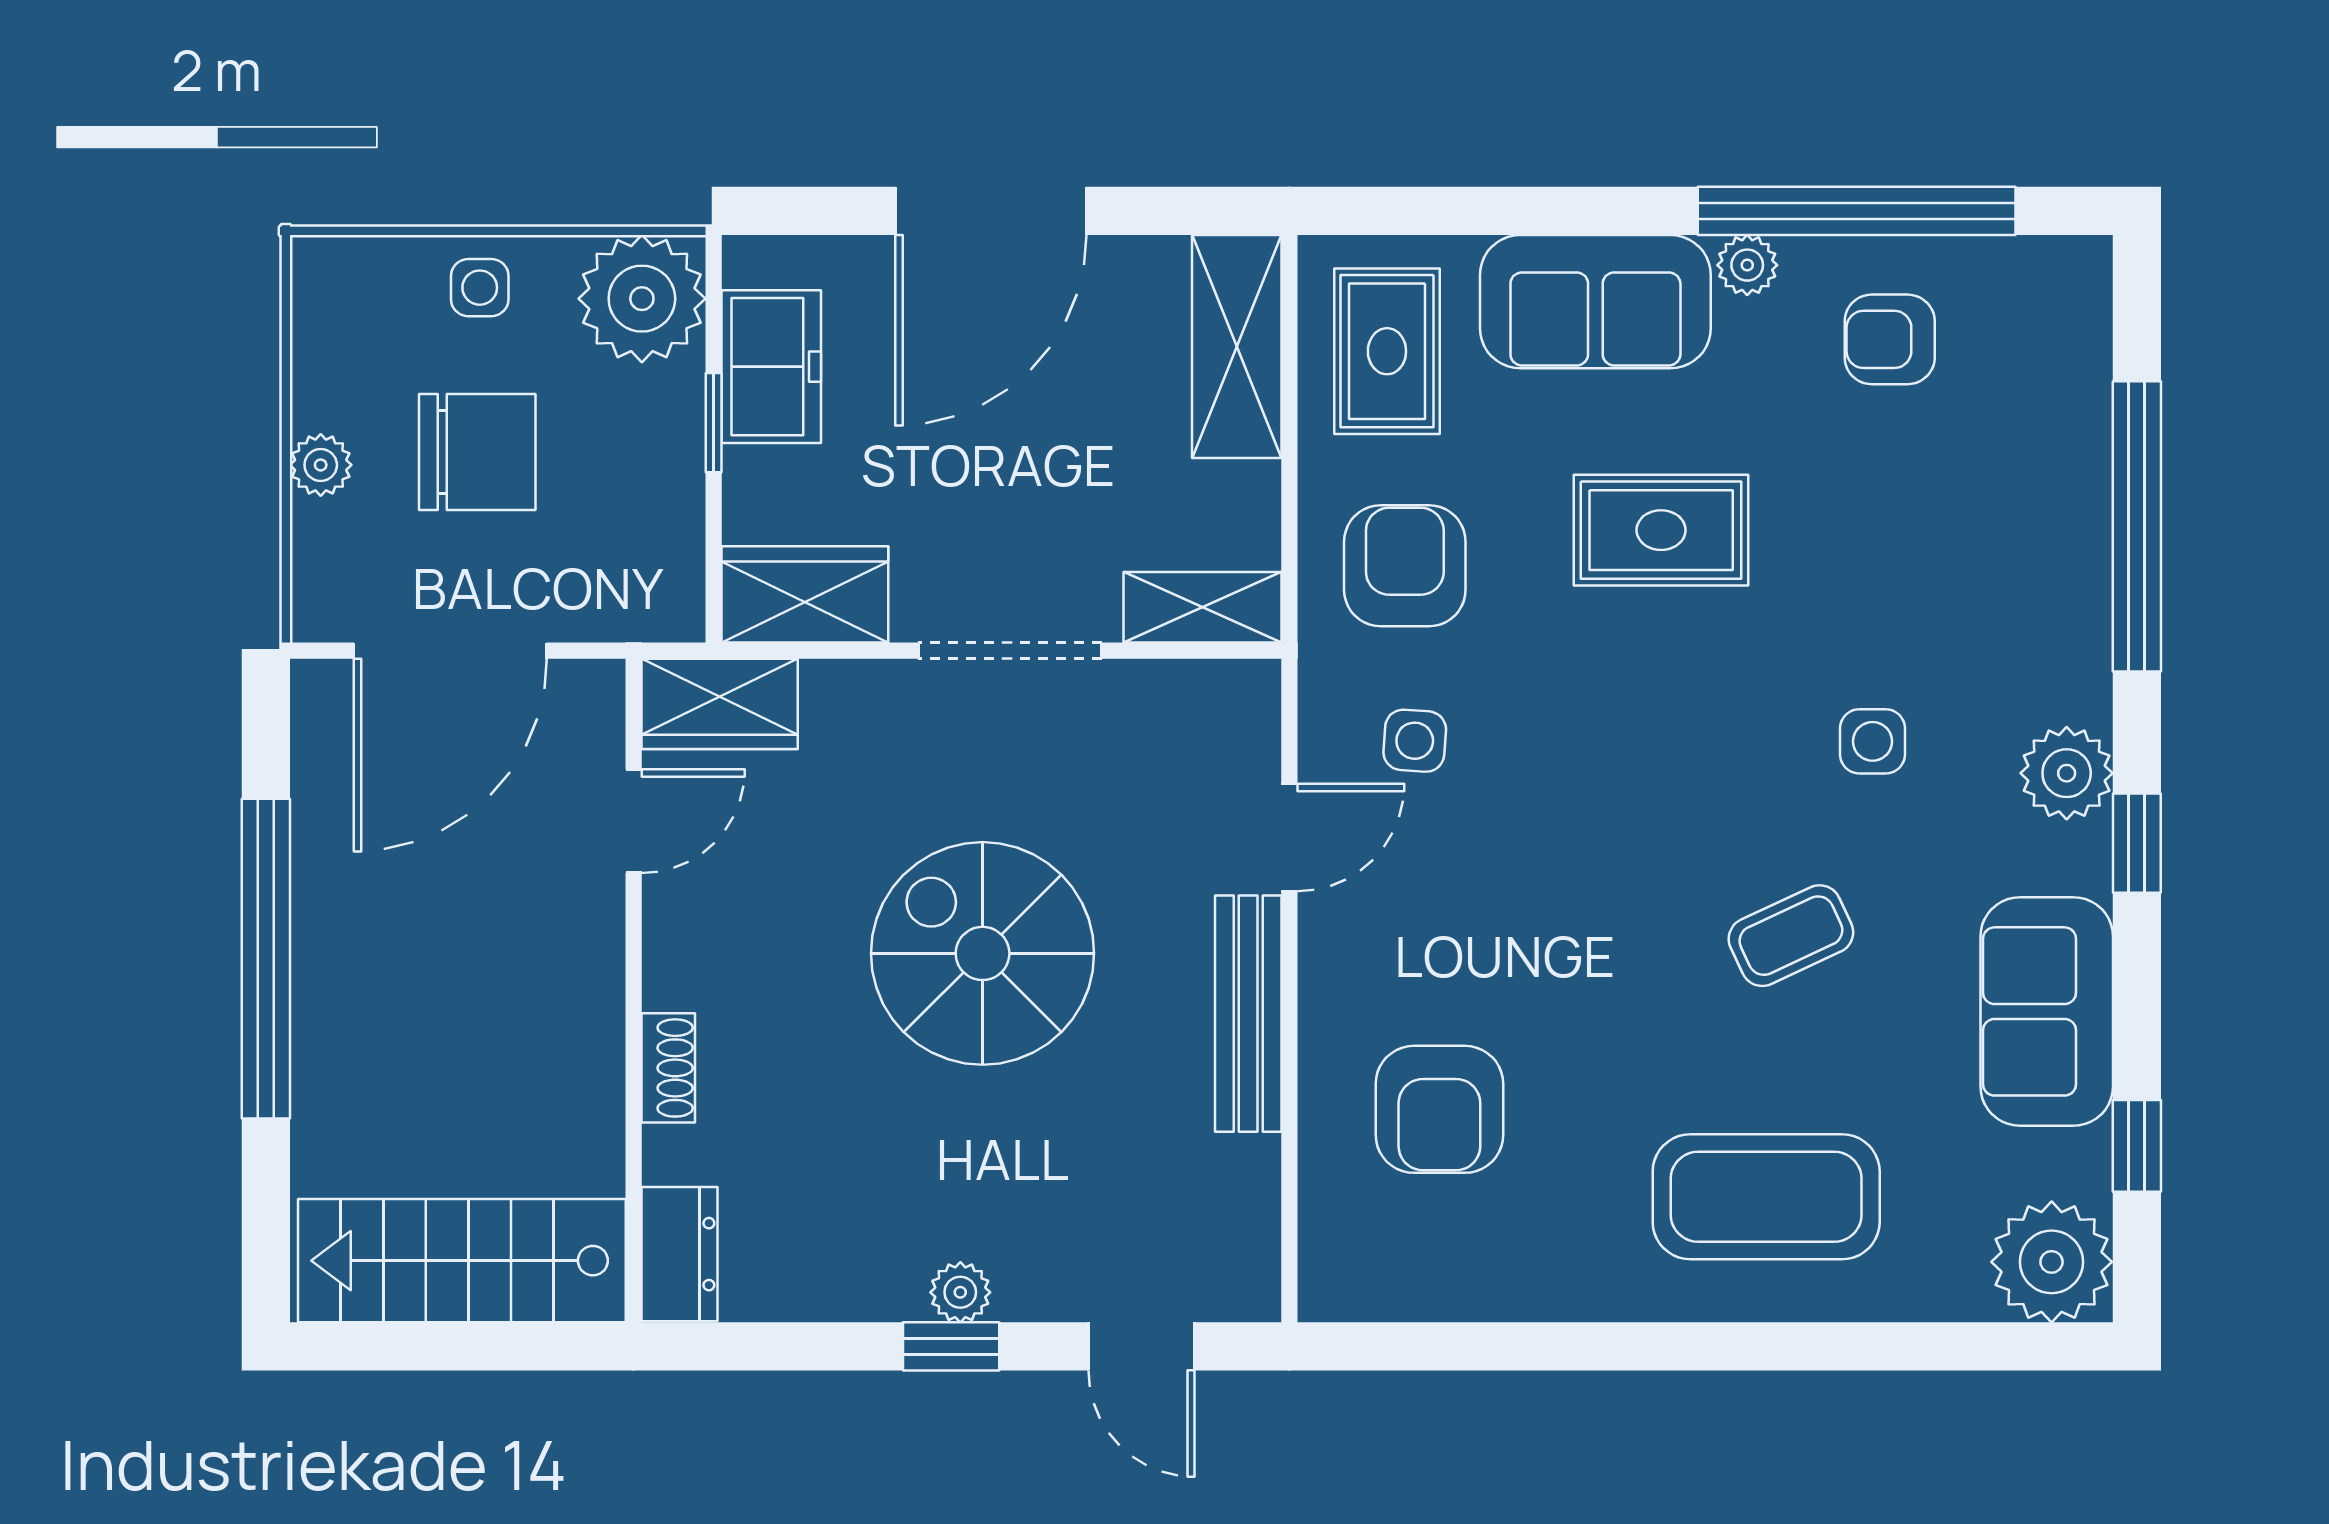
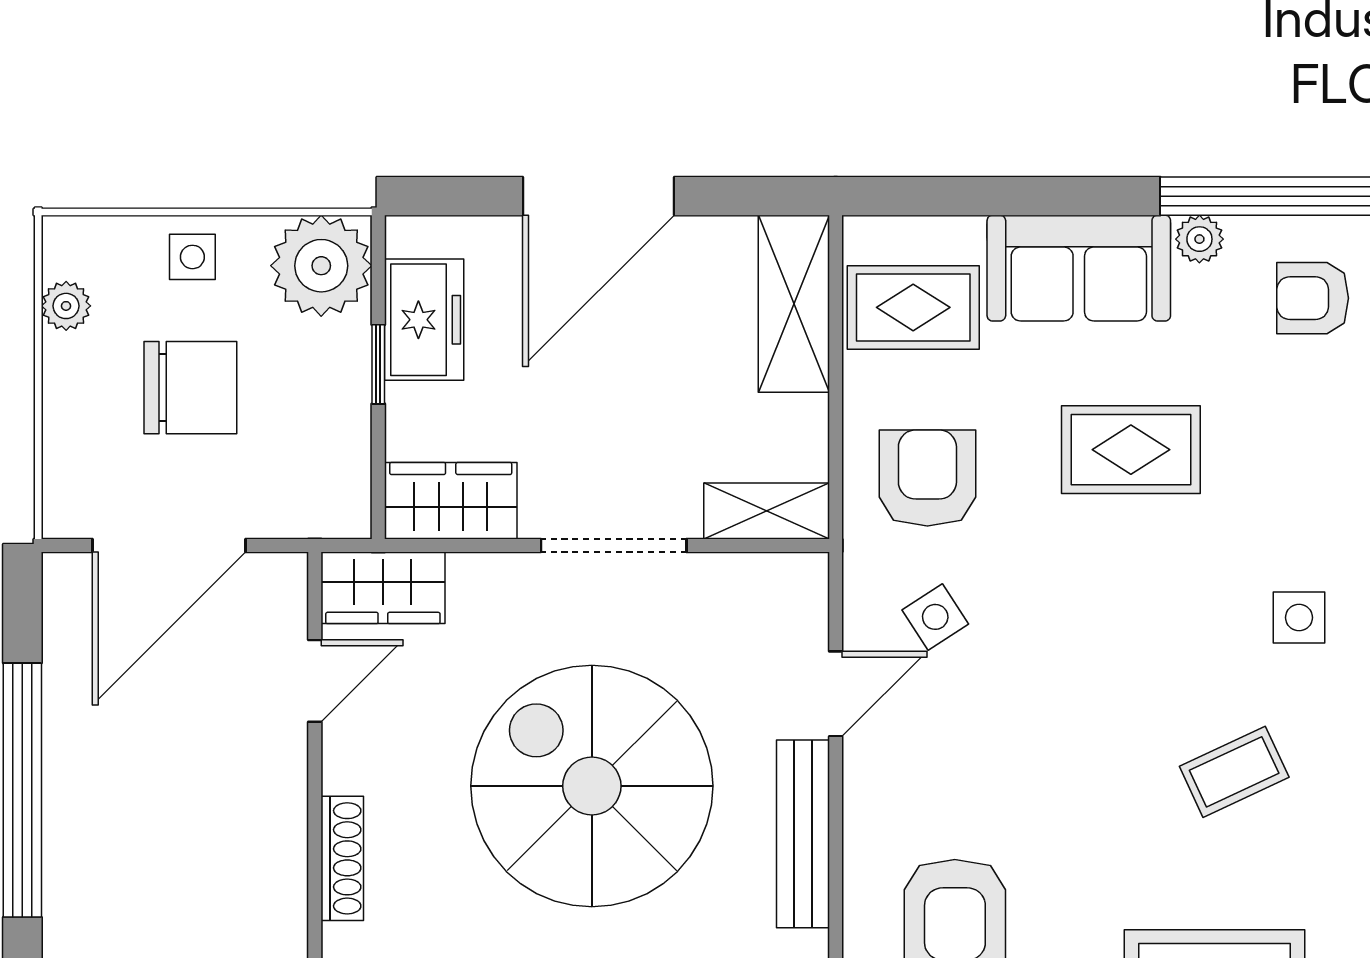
rug: (1387, 351) -> (913, 307), turned 90
plant: (321, 465) -> (66, 306), moved
side table: (1415, 741) -> (935, 617), turned -37
spiral stairs: (983, 953) -> (592, 786), width x1.37, depth x1.37
shoe rack: (668, 1068) -> (342, 858), width x1.43

